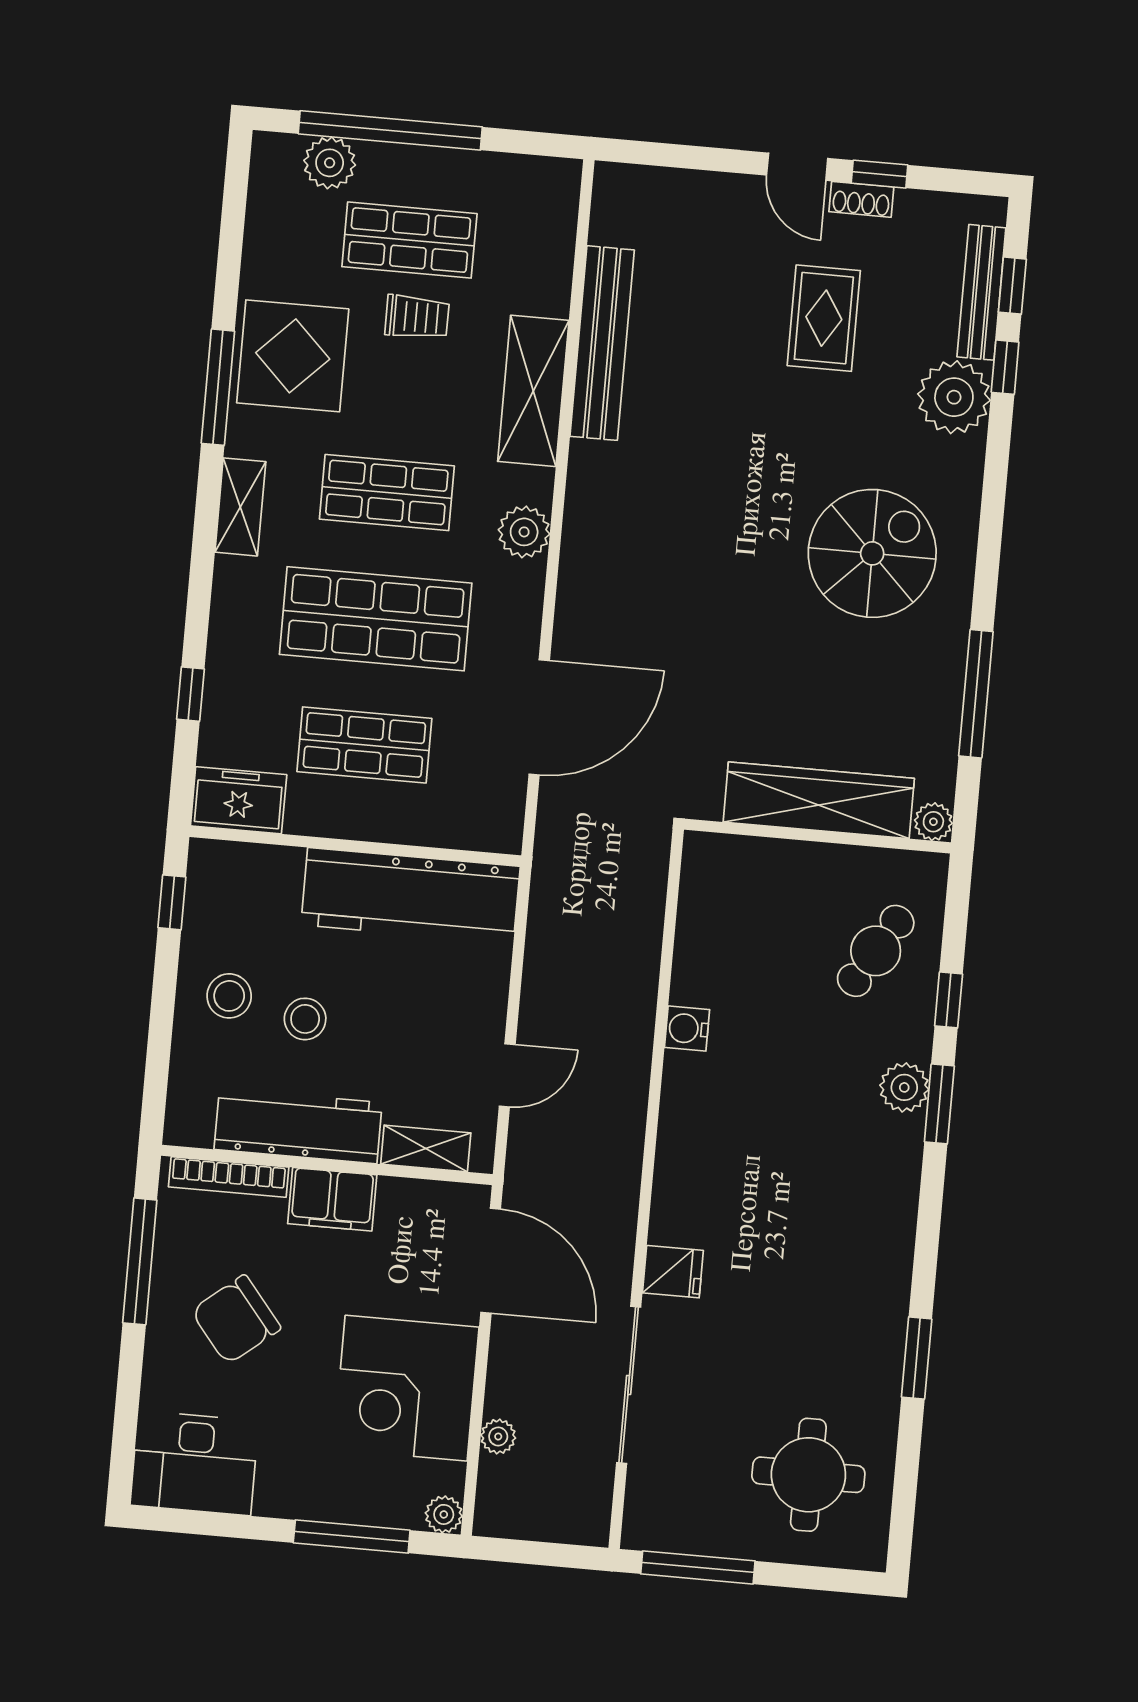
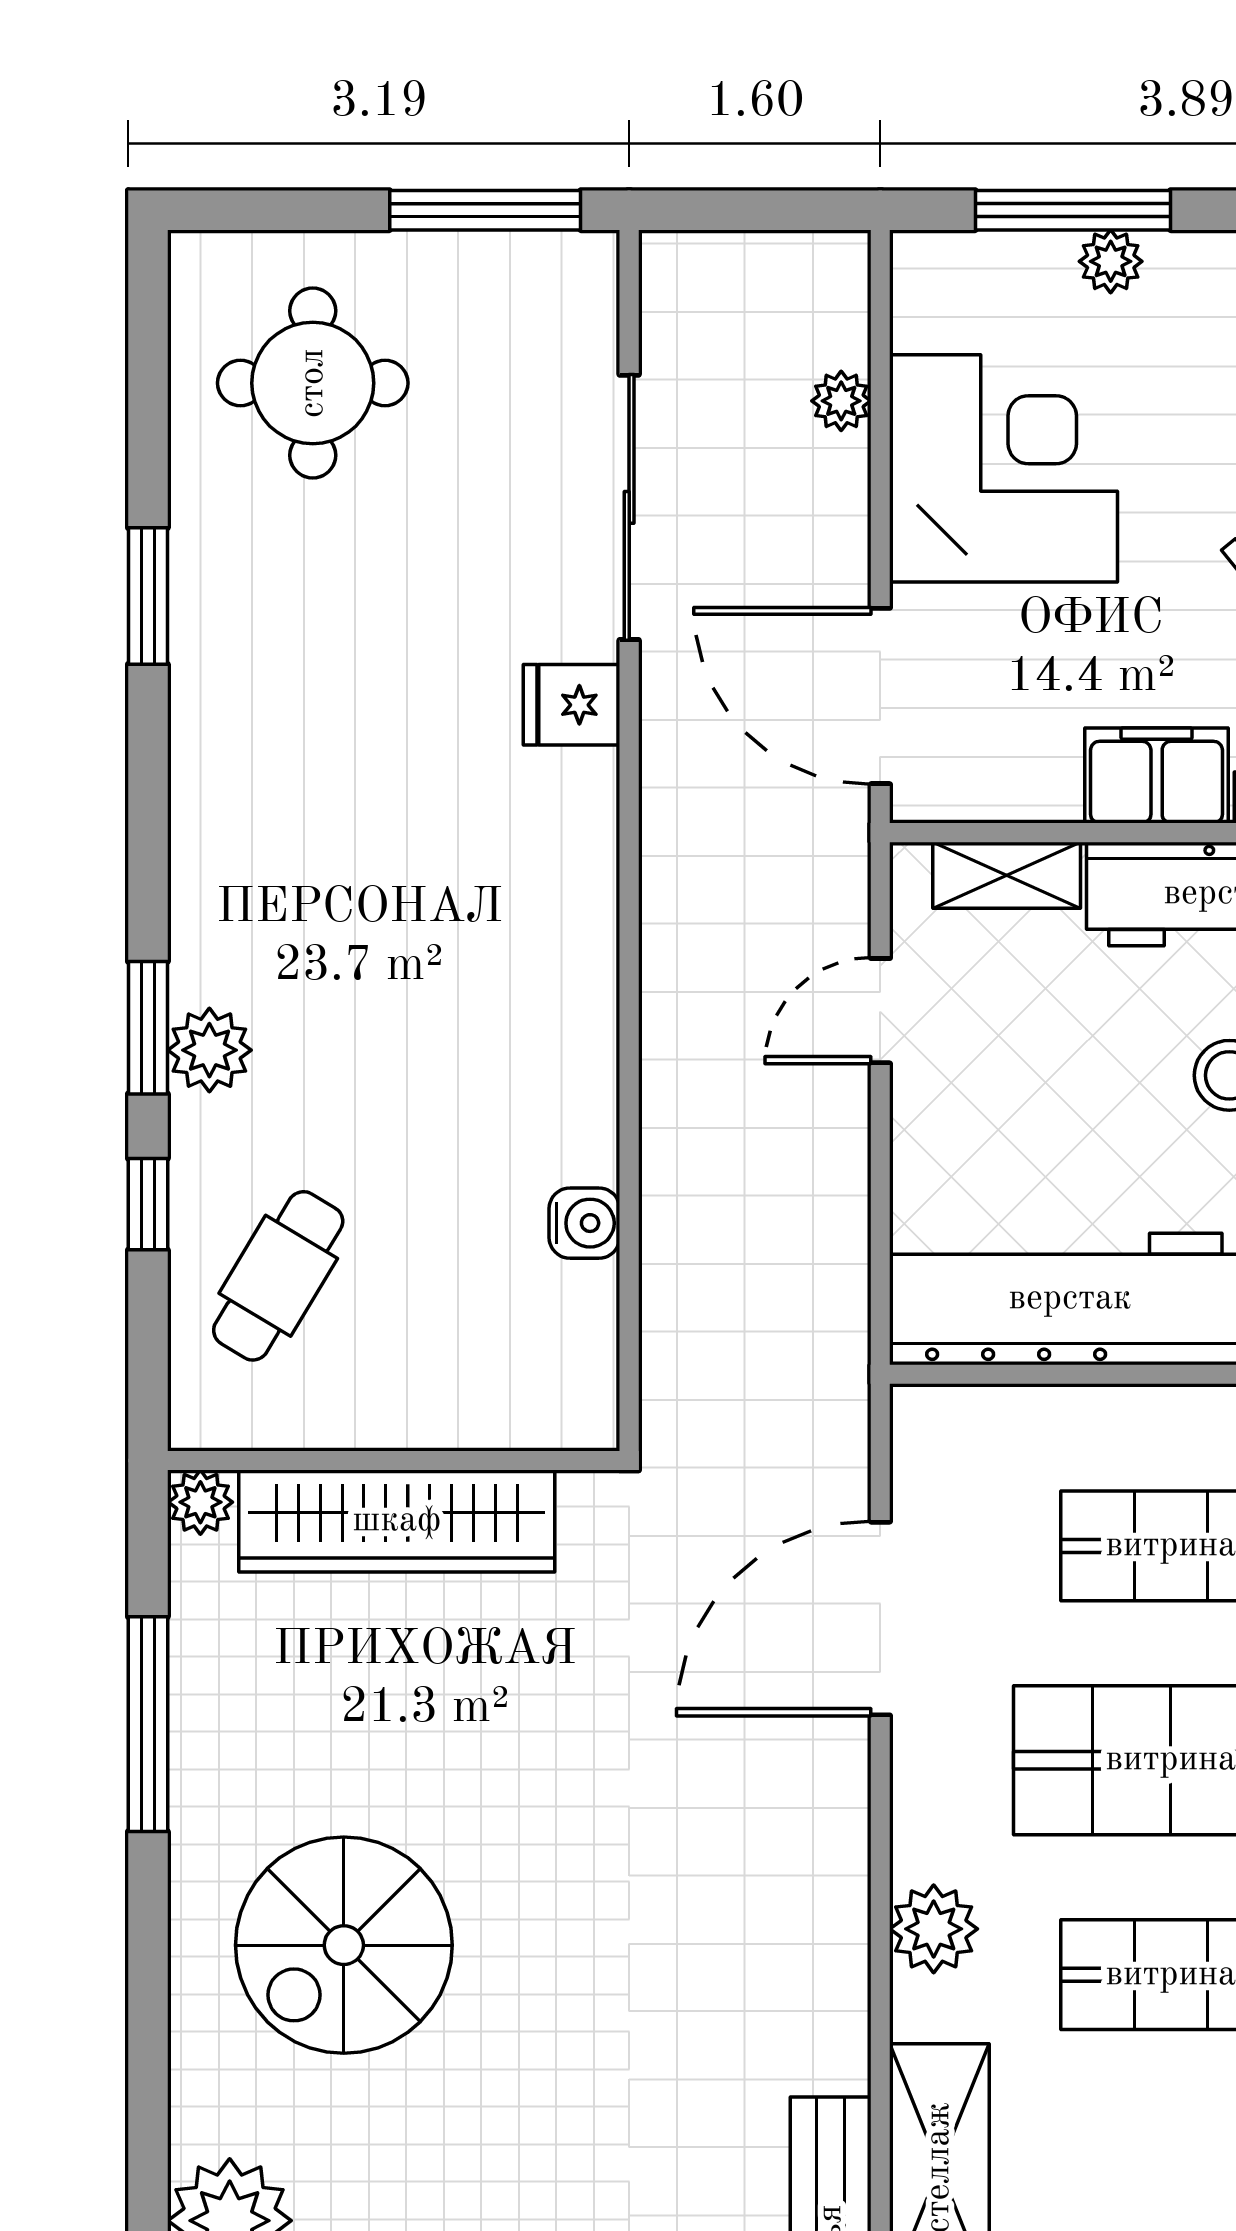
water cooler: (687, 1028) -> (584, 1223), moved
plant: (444, 1514) -> (1111, 261), moved

